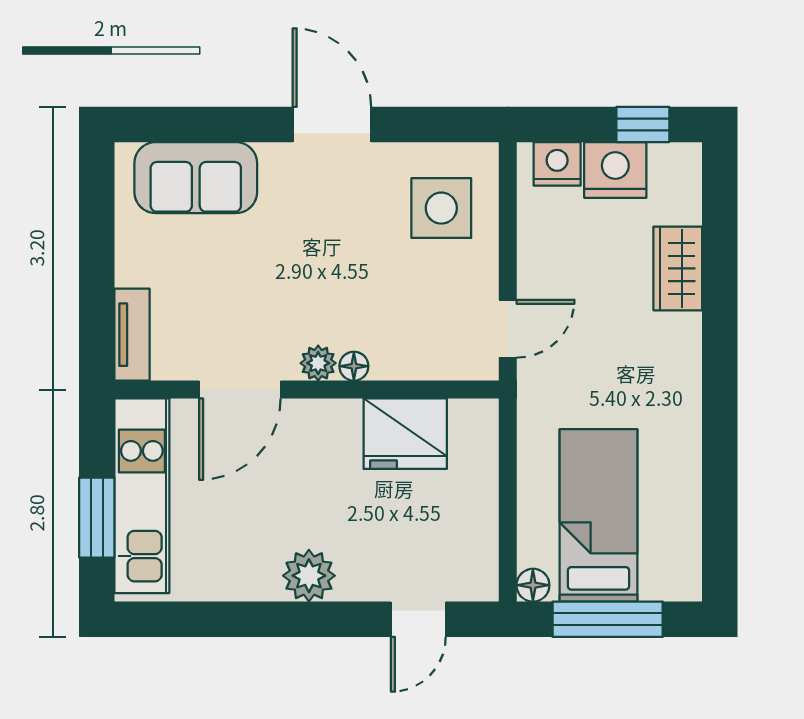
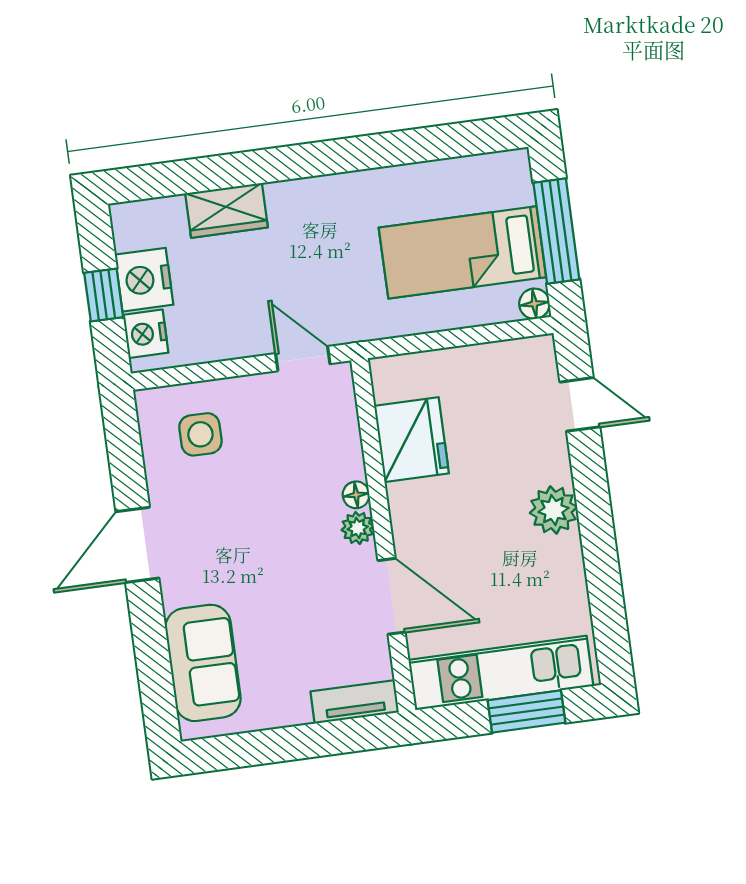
window: (643, 124) -> (104, 295), moved
side table: (441, 208) -> (200, 434), width x0.73, depth x0.73

